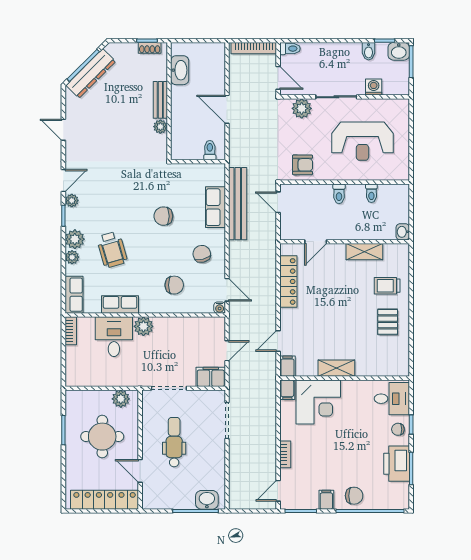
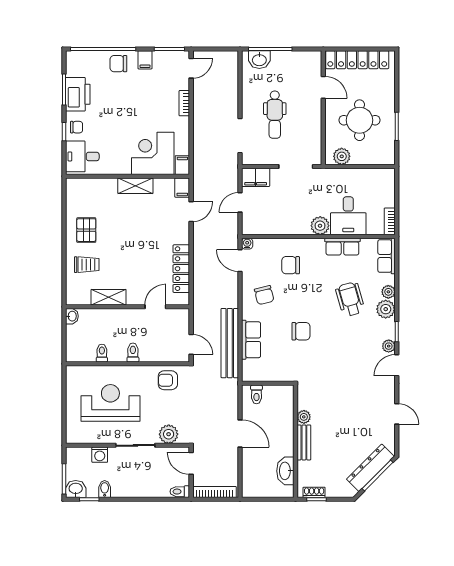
dental chair: (174, 442) -> (275, 115), moved

